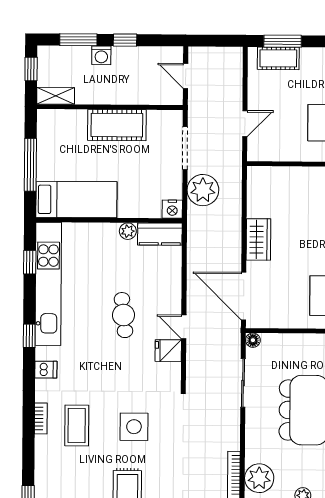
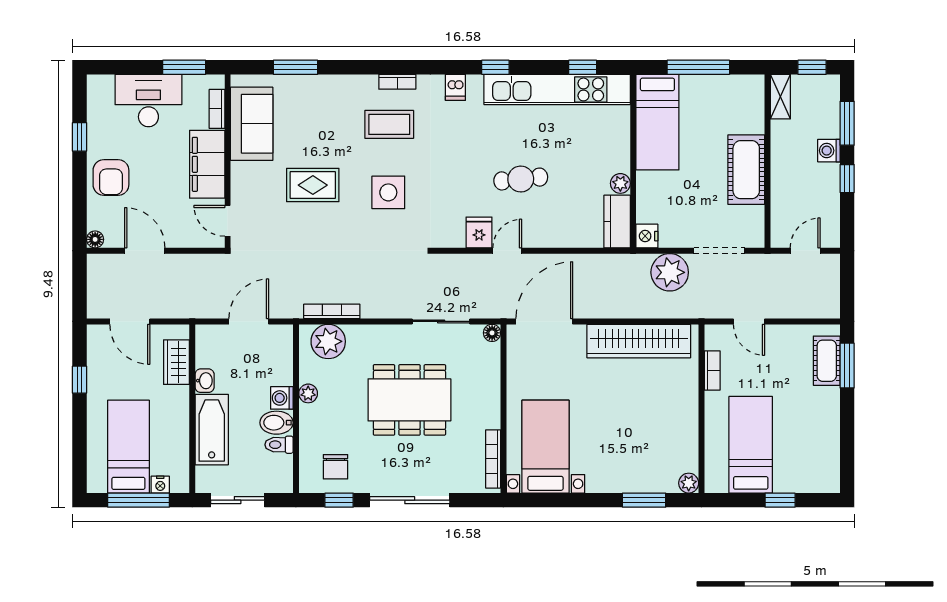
bookcase: (286, 155) -> (712, 370), added
wardrobe: (258, 239) -> (639, 341), width x2.10, depth x1.17

